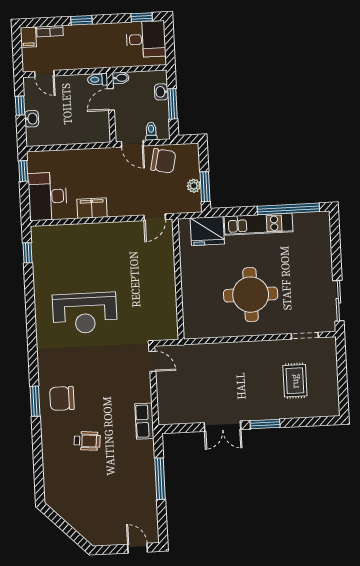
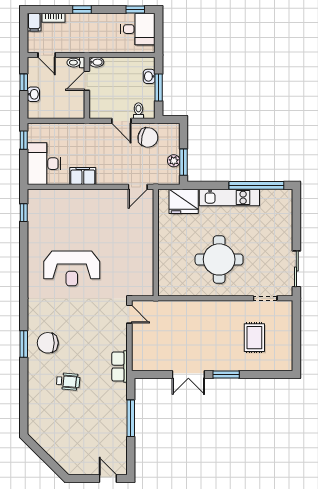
bidet: (121, 78) -> (96, 62), moved
toilet: (98, 79) -> (76, 63), moved
door: (111, 99) -> (87, 81), moved
wall: (111, 108) -> (87, 88), moved

